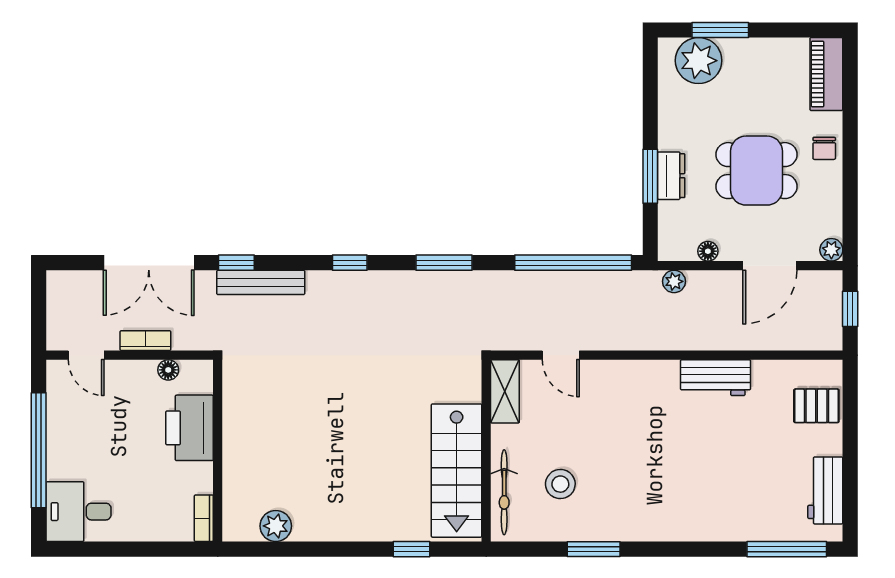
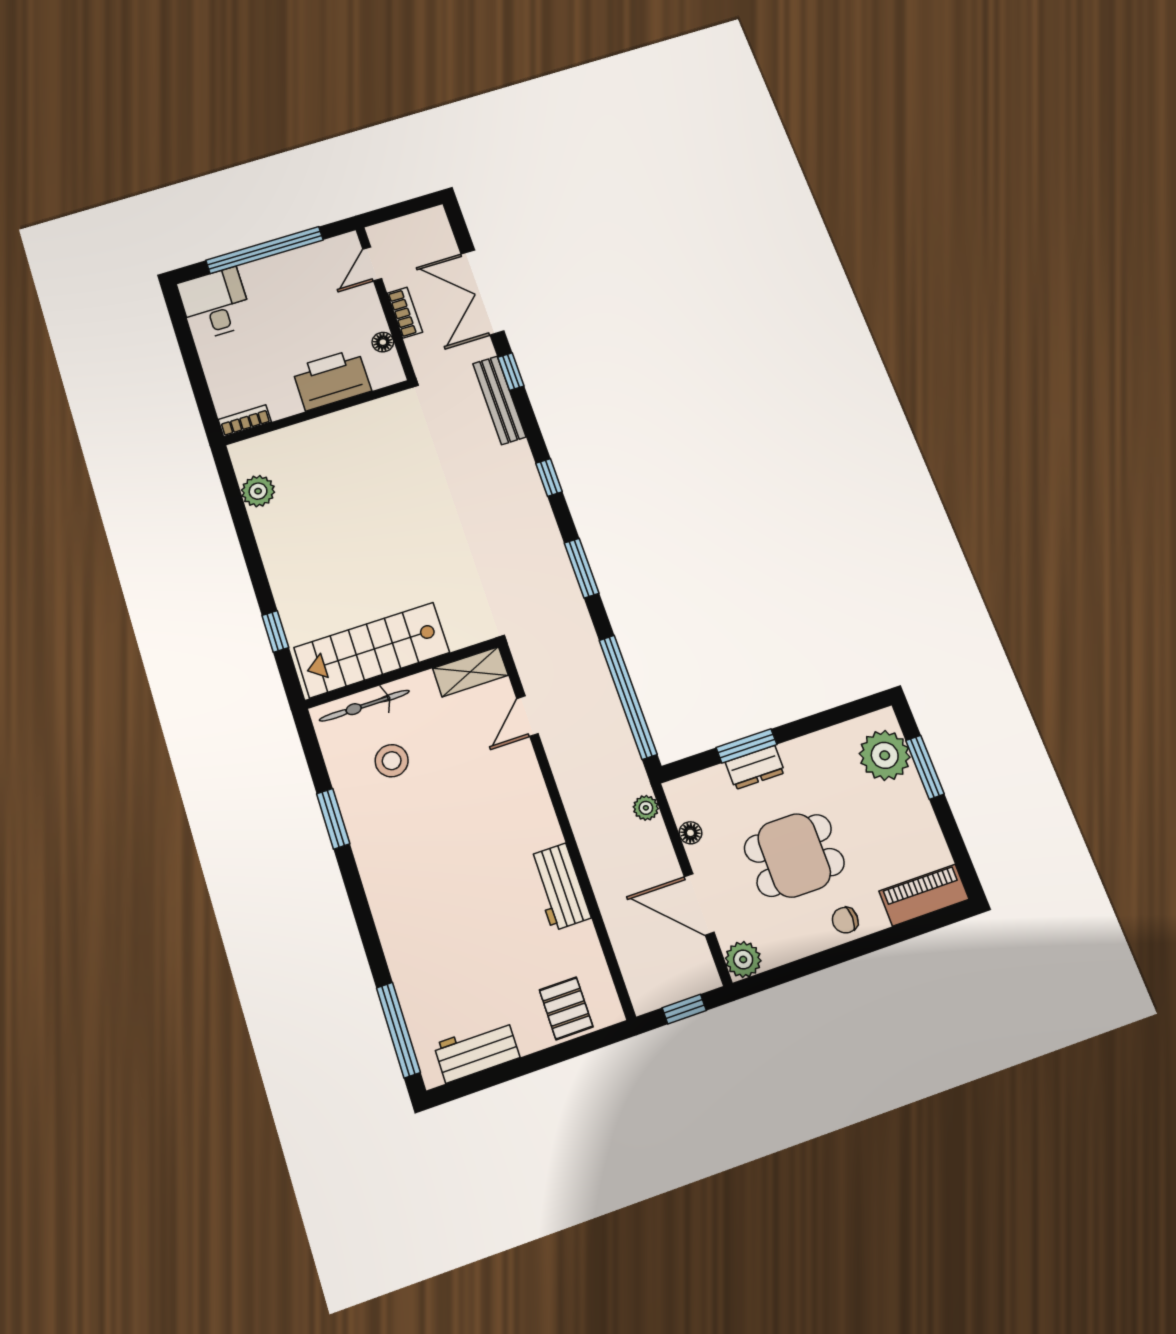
dining table: (757, 171) -> (794, 855), turned 90
plant: (831, 250) -> (743, 959), width x1.38, depth x1.38

